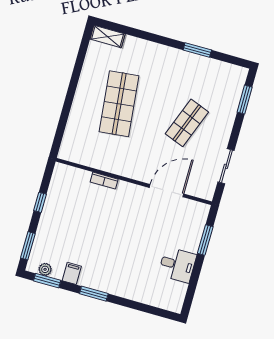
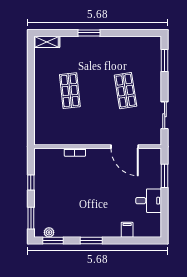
window: (197, 50) -> (89, 33), moved
shop shelf: (119, 104) -> (70, 91), width x0.70, depth x0.74
shop shelf: (187, 123) -> (126, 91), turned -30
door: (167, 191) -> (125, 147), swing flipped
filing cabinet: (72, 273) -> (127, 230), moved

